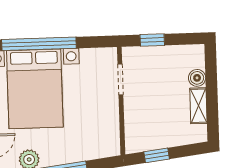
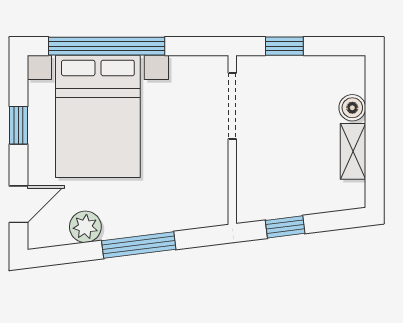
doorway: (120, 79) -> (232, 106), width x1.38

